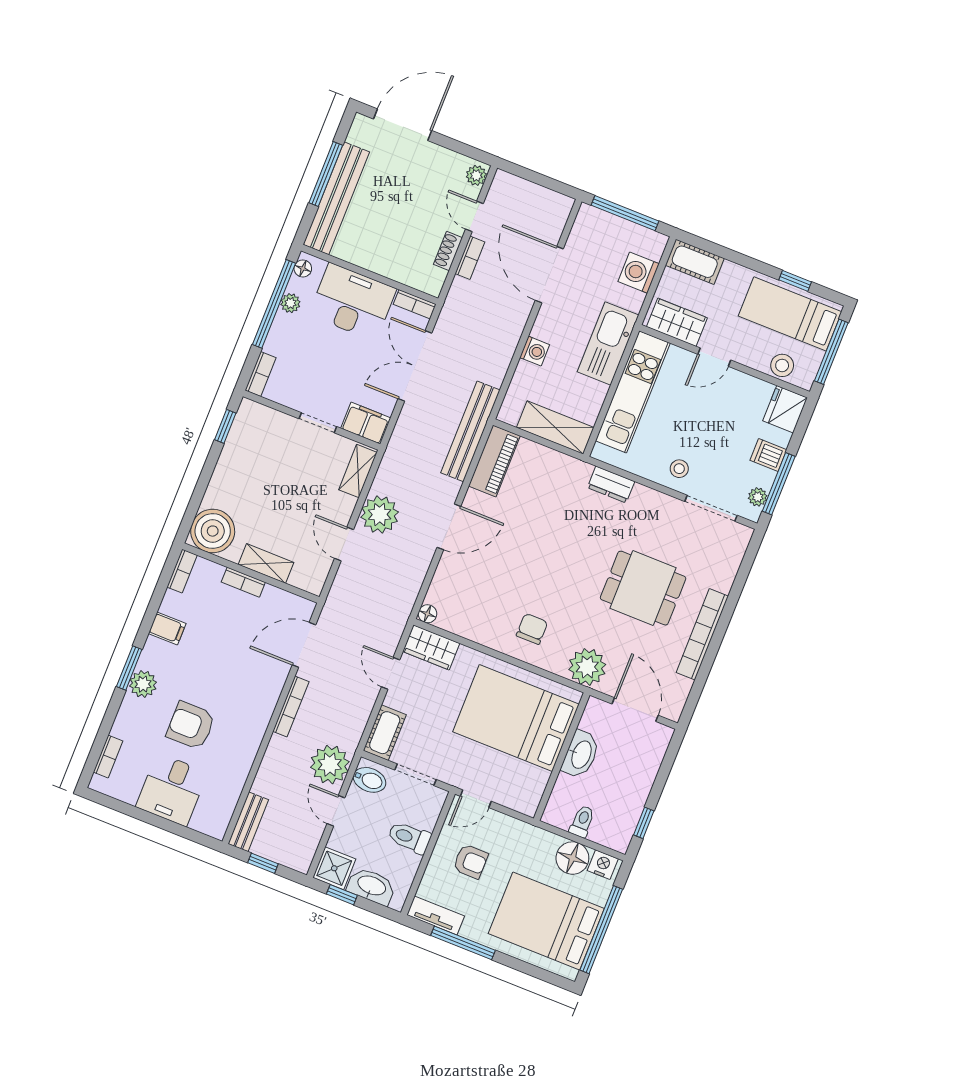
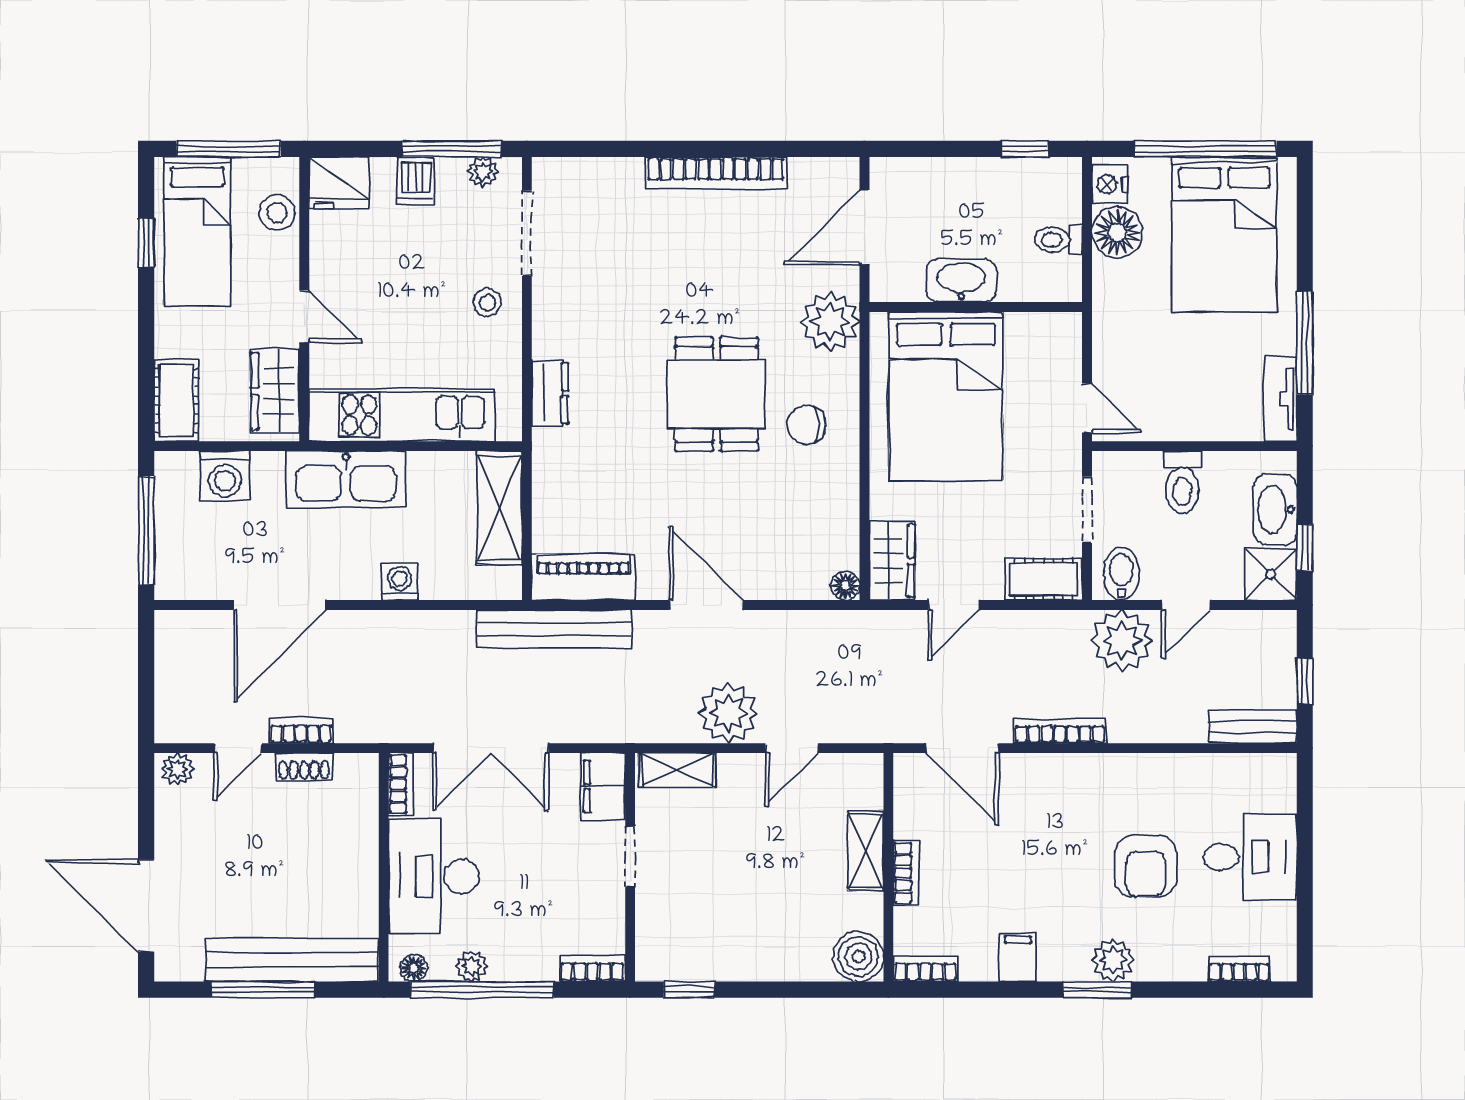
boiler: (213, 531) -> (858, 957), width x0.73, depth x0.73
dining table: (643, 588) -> (717, 394), moved
armchair: (471, 861) -> (1182, 379), removed

